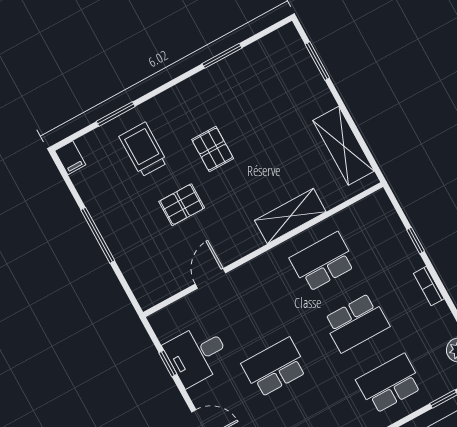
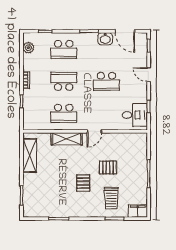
filing cabinet: (70, 158) -> (138, 211), width x2.00
door: (210, 278) -> (94, 131), moved
desk: (197, 354) -> (135, 115), moved

